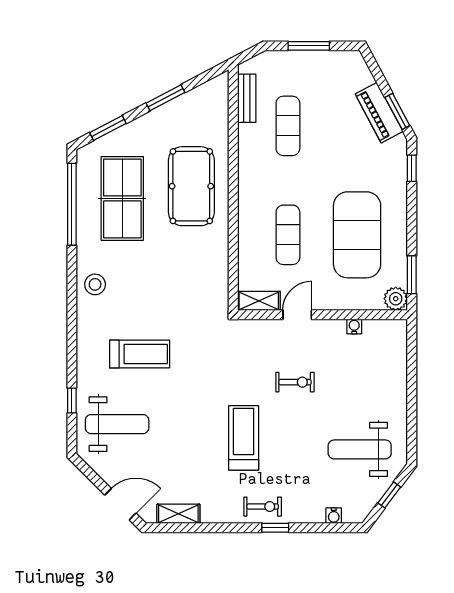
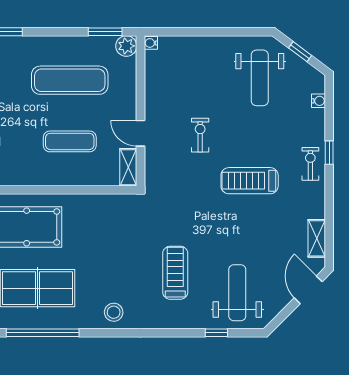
exercise mat: (357, 235) -> (70, 80), width x0.68
water cooler: (354, 326) -> (151, 43), moved

